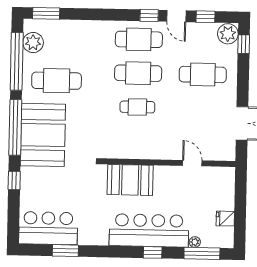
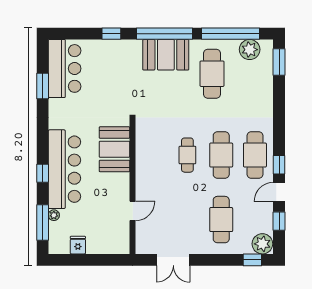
booth: (43, 135) -> (166, 55), width x0.73, depth x0.70

